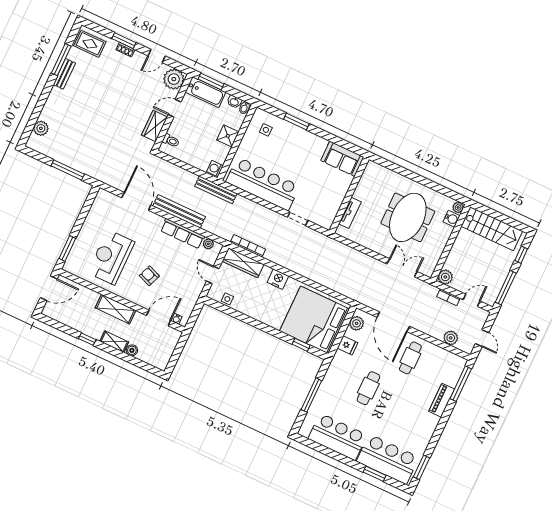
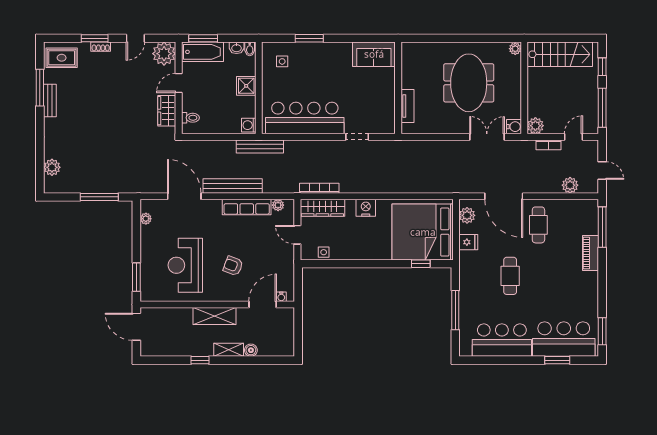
plant: (97, 205) -> (146, 219), added
water cooler: (452, 219) -> (514, 127), moved
door: (49, 288) -> (136, 327), swing flipped

